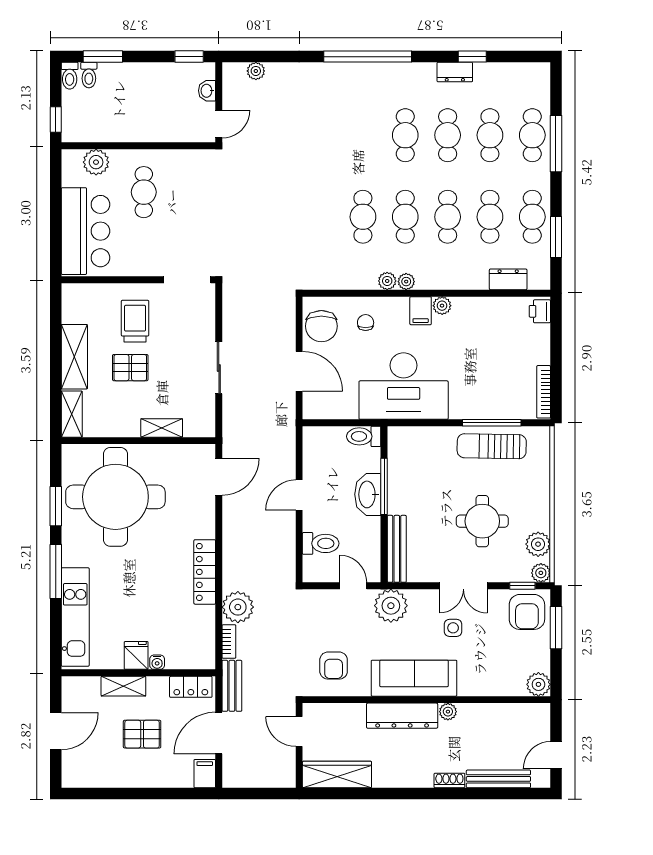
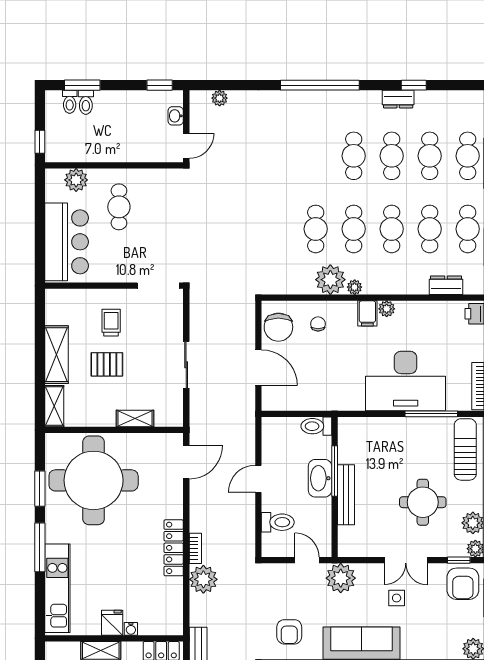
toilet: (70, 76) -> (86, 102), moved
plant: (387, 281) -> (330, 280), width x1.88, depth x1.88
trolley: (135, 321) -> (111, 323), width x0.73, depth x0.72
desk: (404, 386) -> (406, 381), moved
sun lounger: (492, 446) -> (465, 449), moved, turned 89
bench: (397, 549) -> (346, 495), moved
bookcase: (229, 641) -> (195, 548), moved

